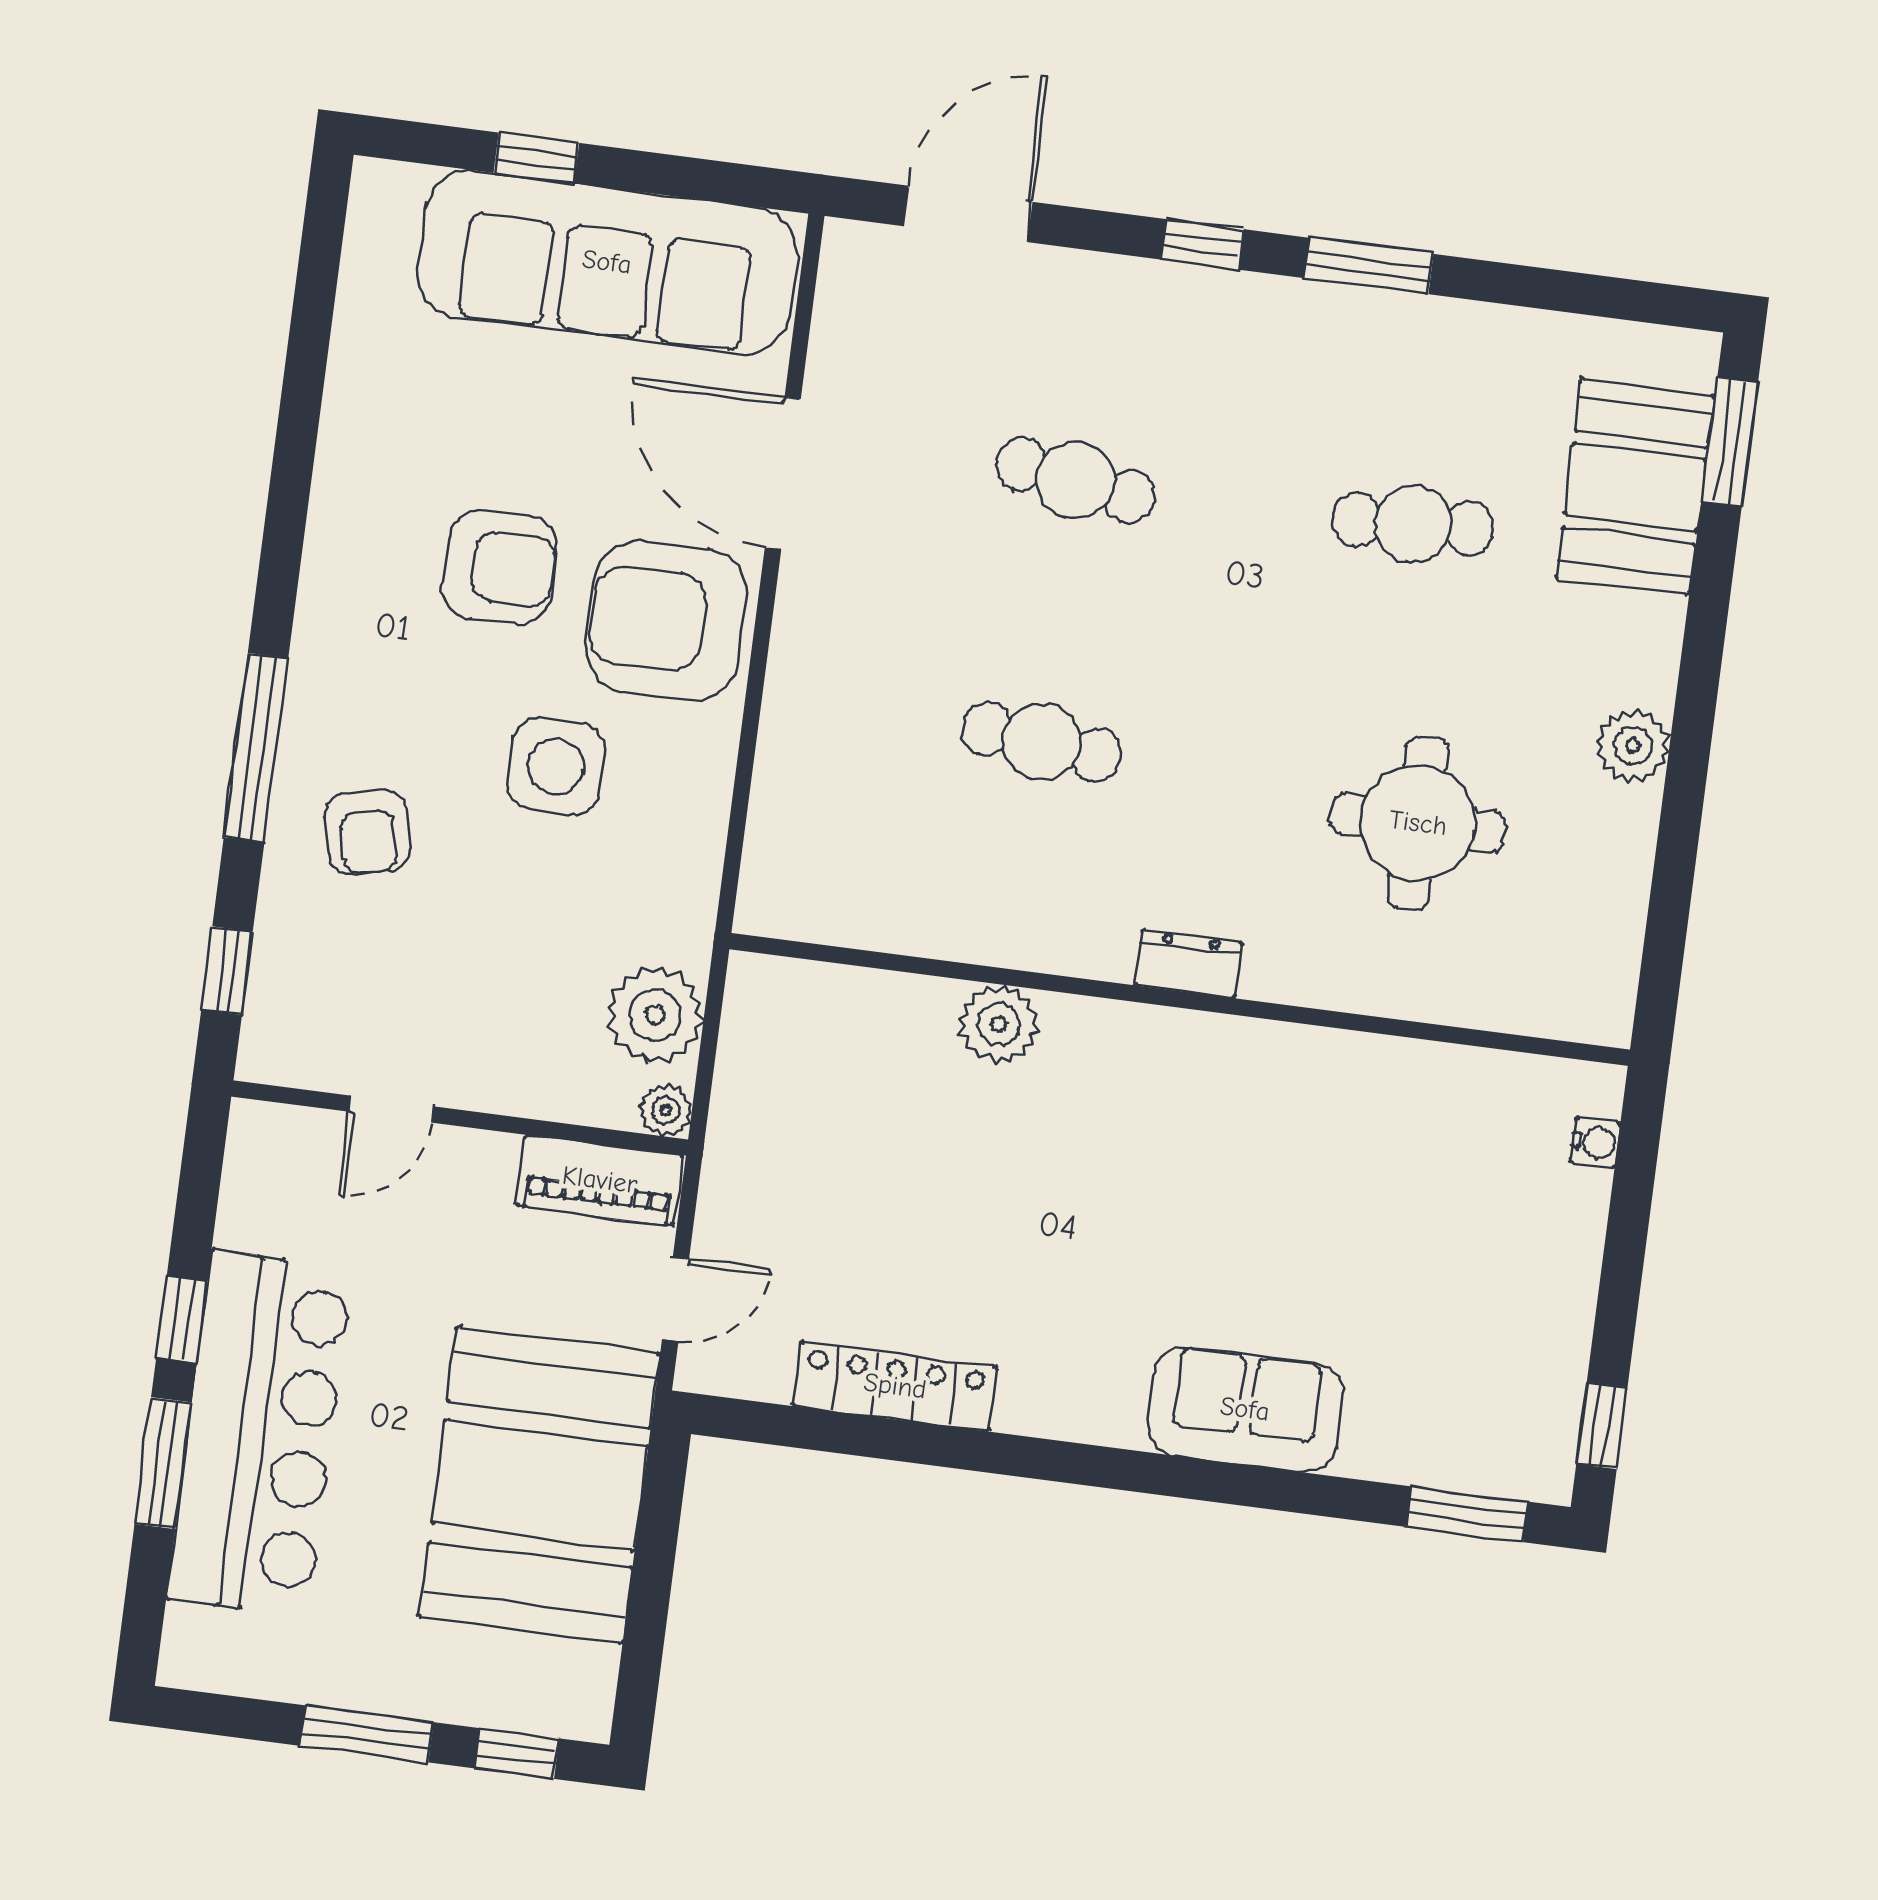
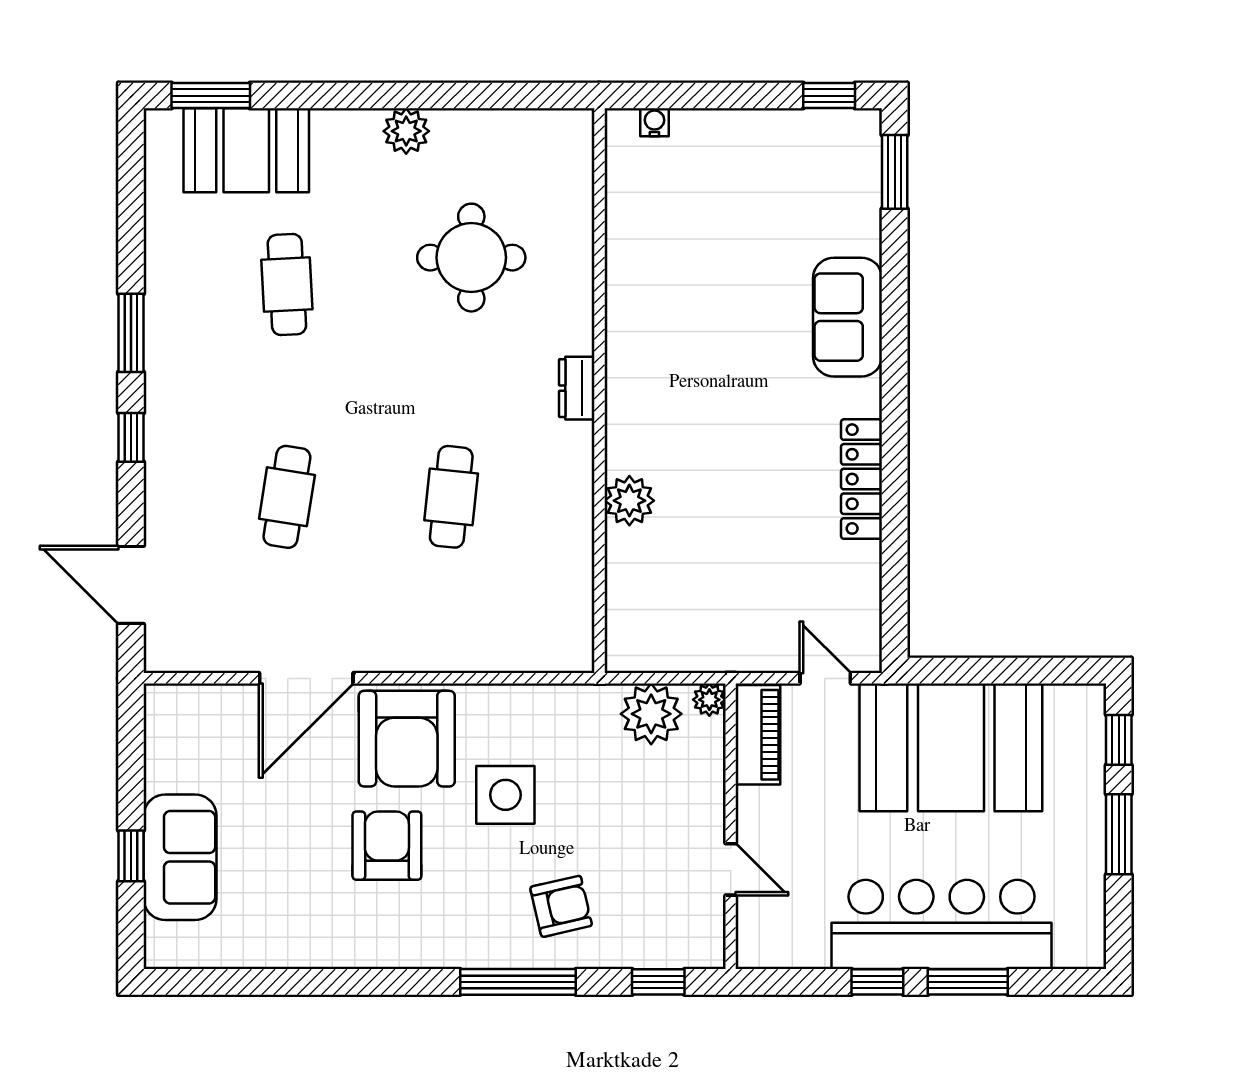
sofa: (607, 262) -> (180, 857), width x0.54, depth x0.79
locker: (895, 1386) -> (862, 479), moved

